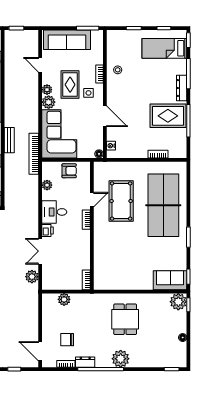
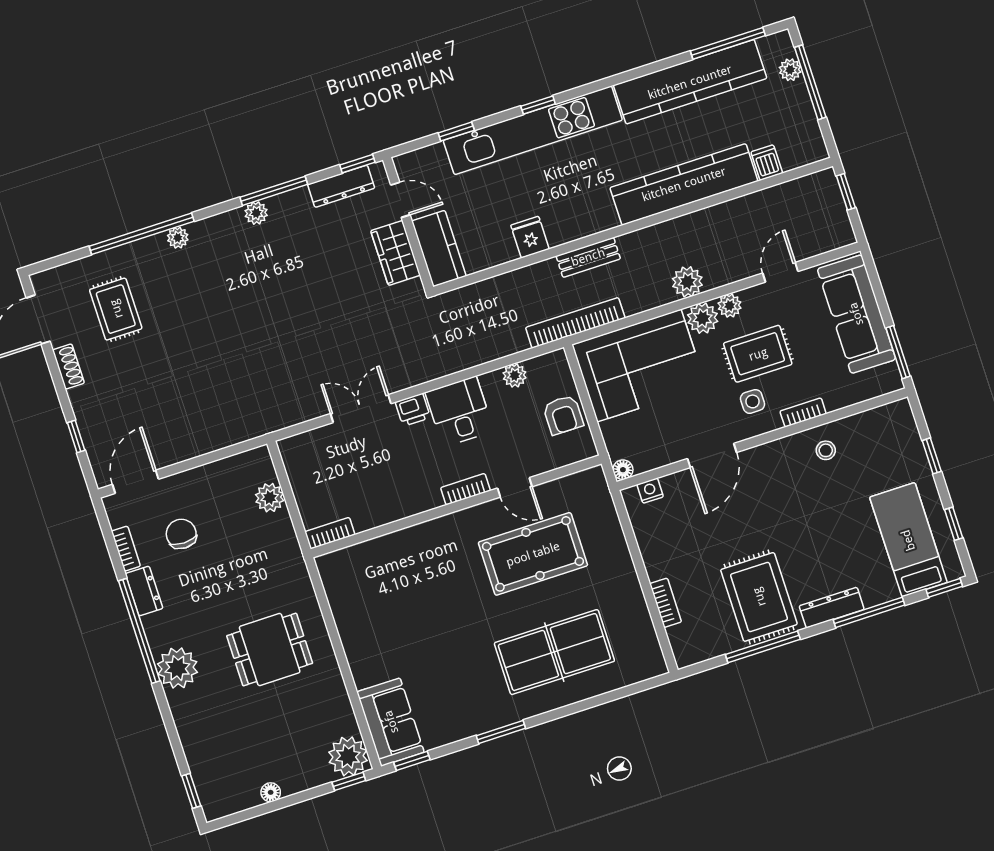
table tennis table: (163, 205) -> (554, 652), width x0.73, depth x0.76
plant: (32, 277) -> (687, 282), moved

